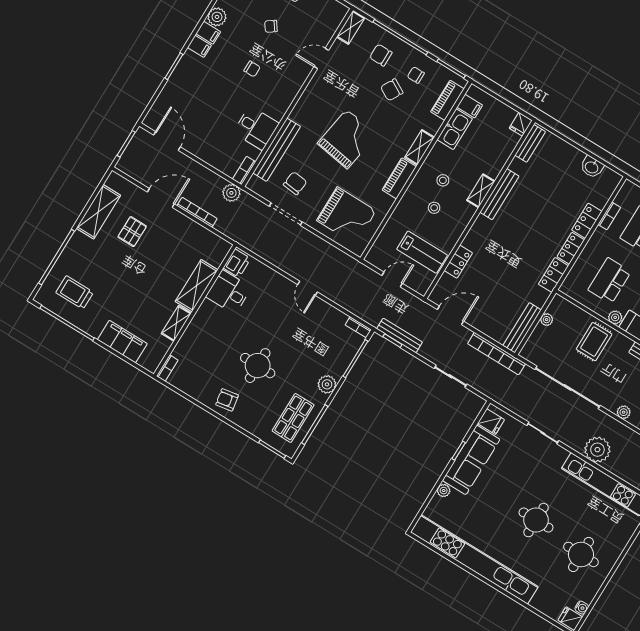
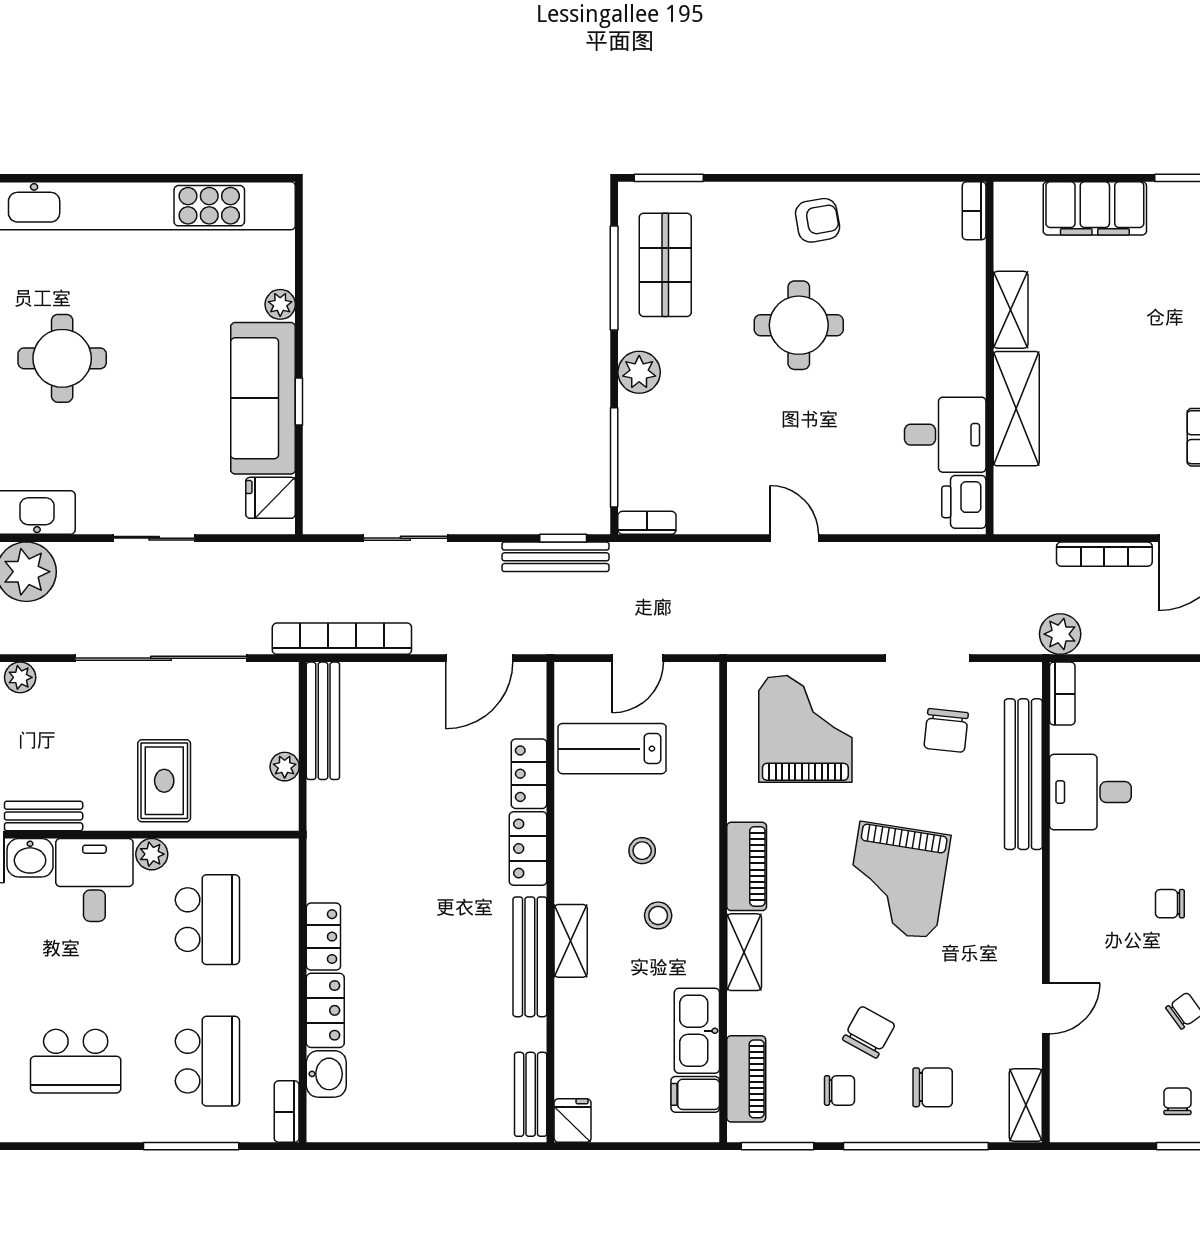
washbasin: (592, 167) -> (326, 1074), moved, turned 90
grand piano: (347, 216) -> (805, 729), turned 90
bookcase: (609, 216) -> (287, 1112), moved
locker: (553, 275) -> (528, 848), moved, turned 180

